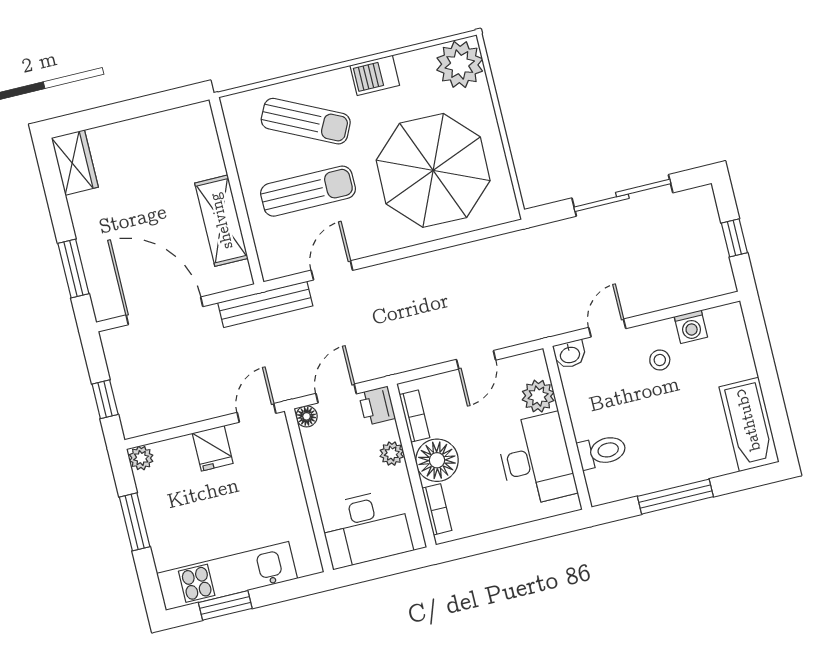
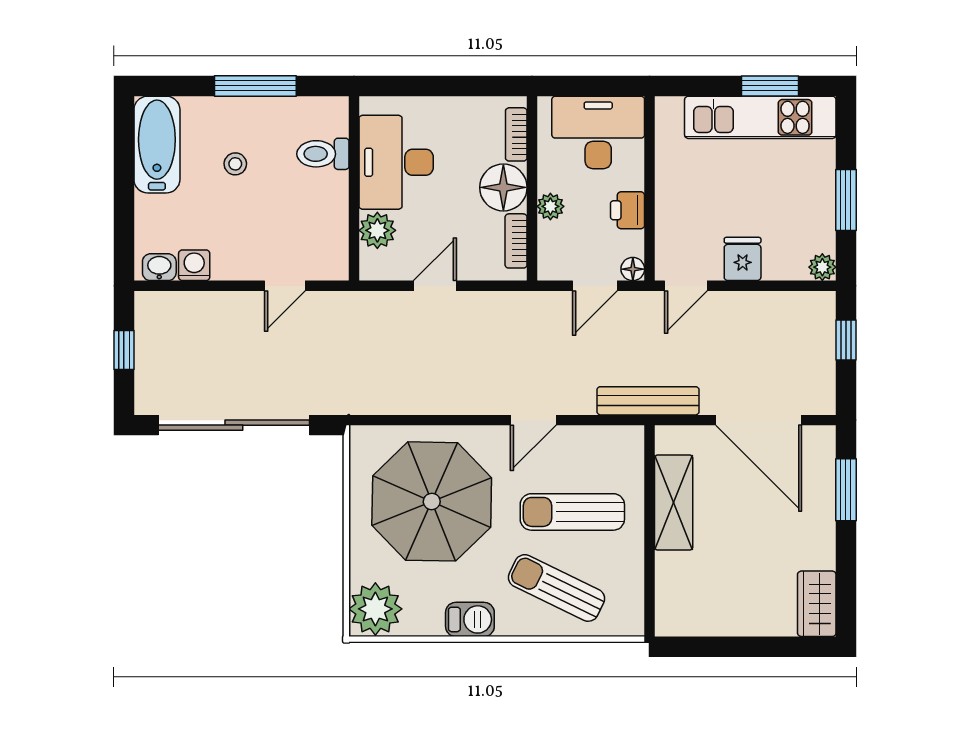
sliding door: (622, 195) -> (234, 425), width x1.36
door: (332, 270) -> (533, 420), moved
washbasin: (570, 354) -> (159, 267), moved
stool: (660, 360) -> (235, 164), moved
printer: (377, 406) -> (628, 210), moved, turned 180

